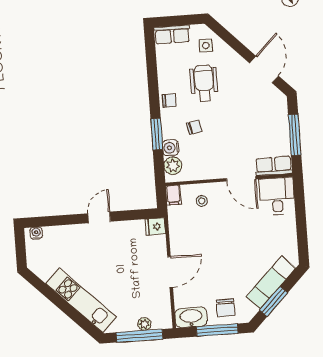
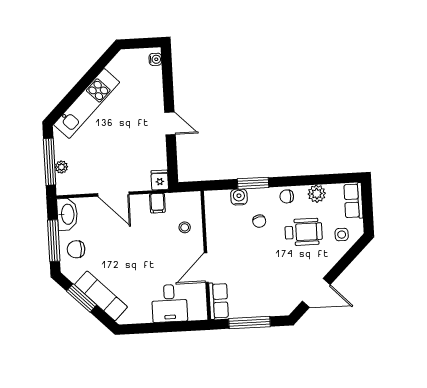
chair: (169, 101) -> (287, 196), turned 90
plant: (173, 166) -> (317, 194), moved
filing cabinet: (173, 195) -> (157, 203), moved, turned -90
desk: (277, 196) -> (169, 303), moved, turned 90

